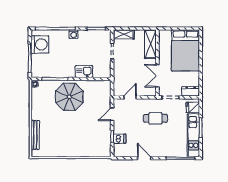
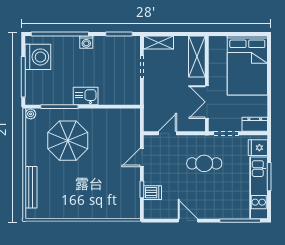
kitchen sink: (84, 72) -> (86, 96), moved
parasol: (69, 97) -> (68, 141), moved

